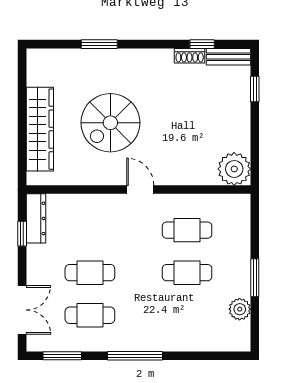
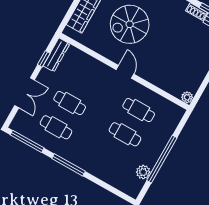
plant: (234, 169) -> (187, 97), width x0.53, depth x0.53
window: (255, 278) -> (162, 159), width x2.11
double door: (22, 310) -> (25, 93), moved
window: (62, 356) -> (27, 141), width x1.44

